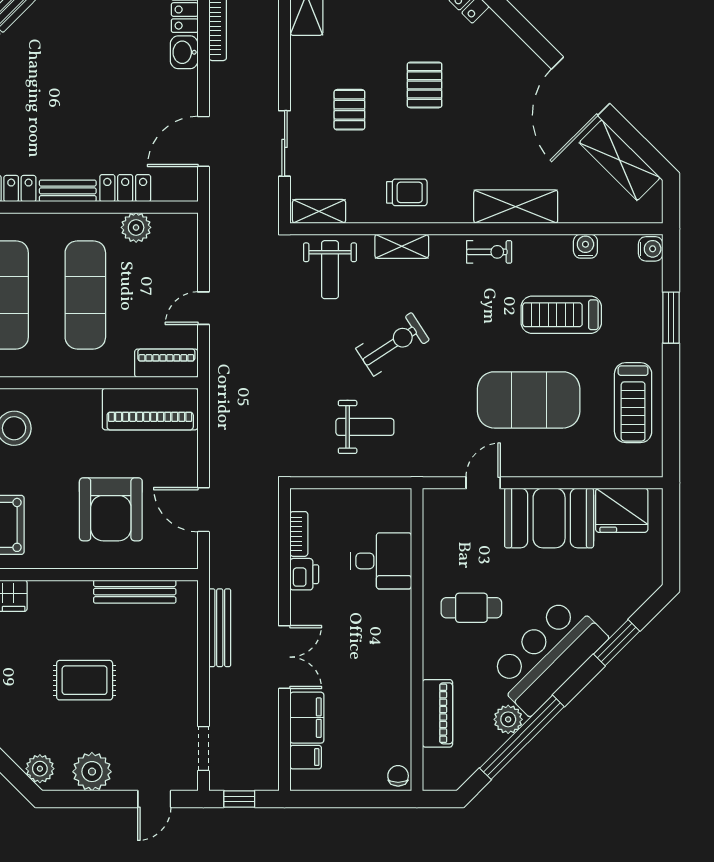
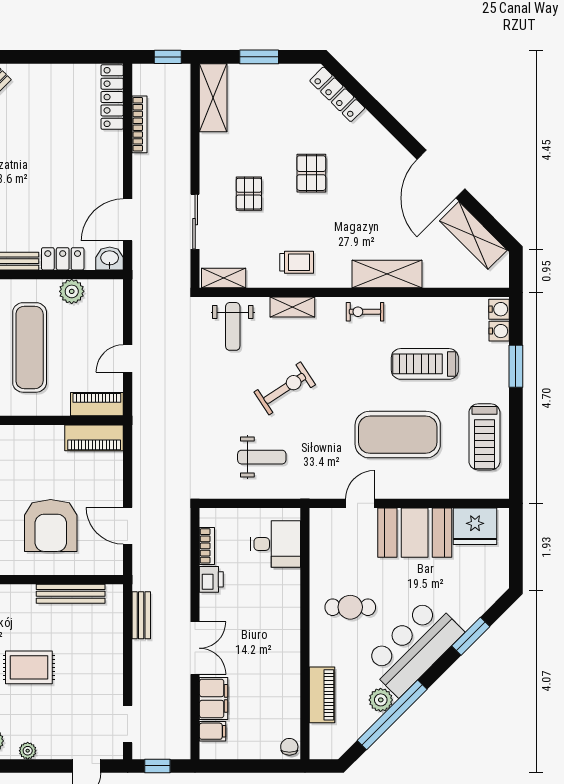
washbasin: (184, 52) -> (110, 259), moved, turned 90
water cooler: (585, 246) -> (499, 331), moved, turned 90
exercise bike: (489, 252) -> (365, 312), turned 180
piano: (150, 409) -> (94, 438), width x0.73, depth x0.75
desk: (381, 561) -> (275, 544), moved
bench: (220, 628) -> (141, 615), width x0.73
plant: (92, 772) -> (28, 751), width x0.53, depth x0.53

